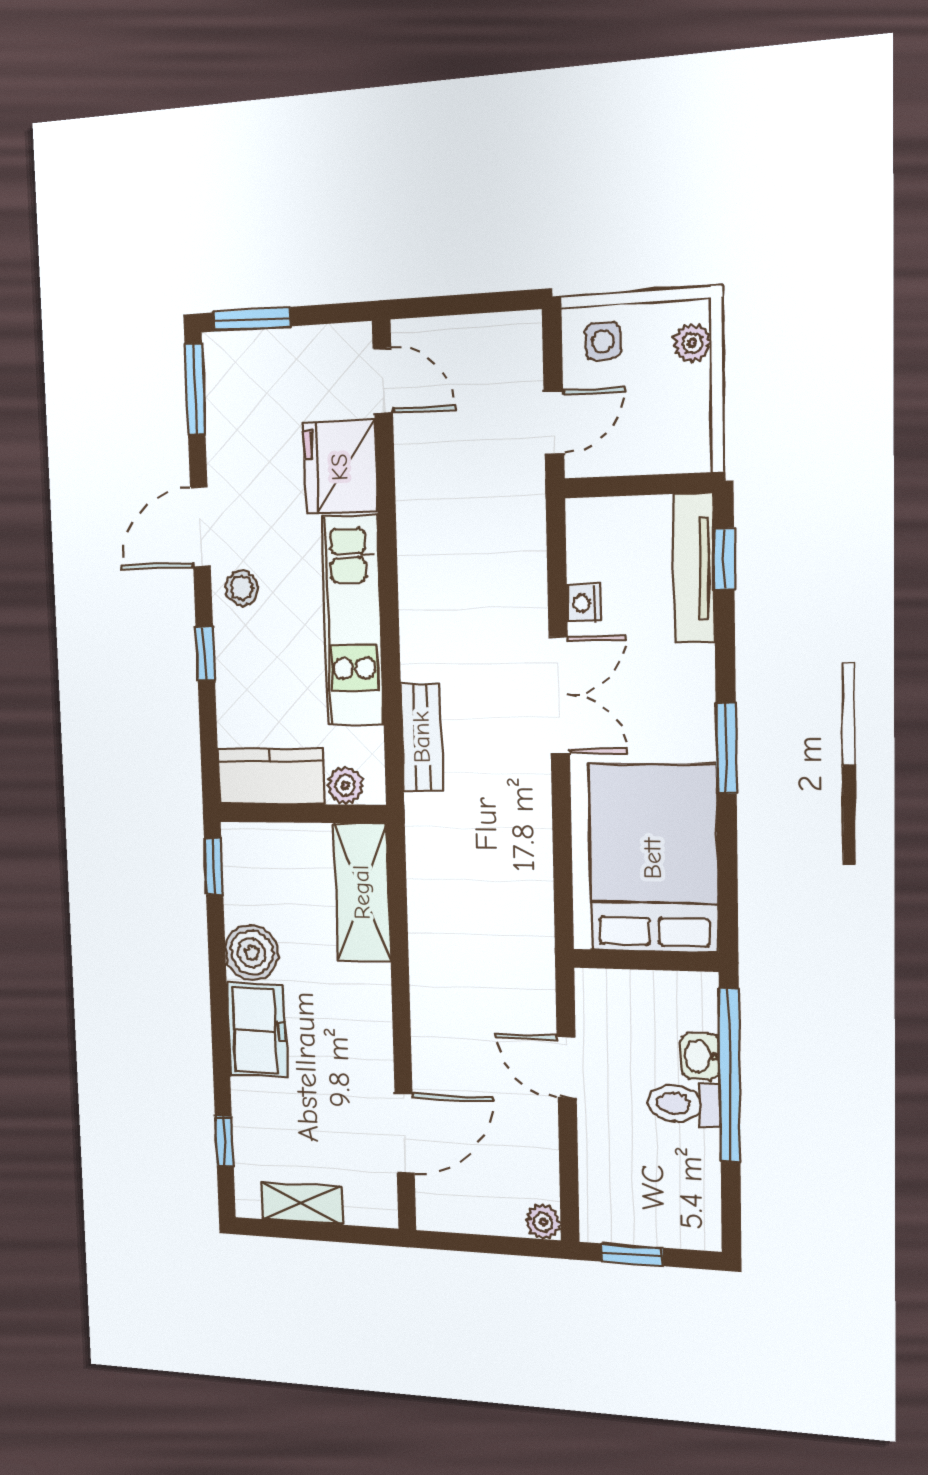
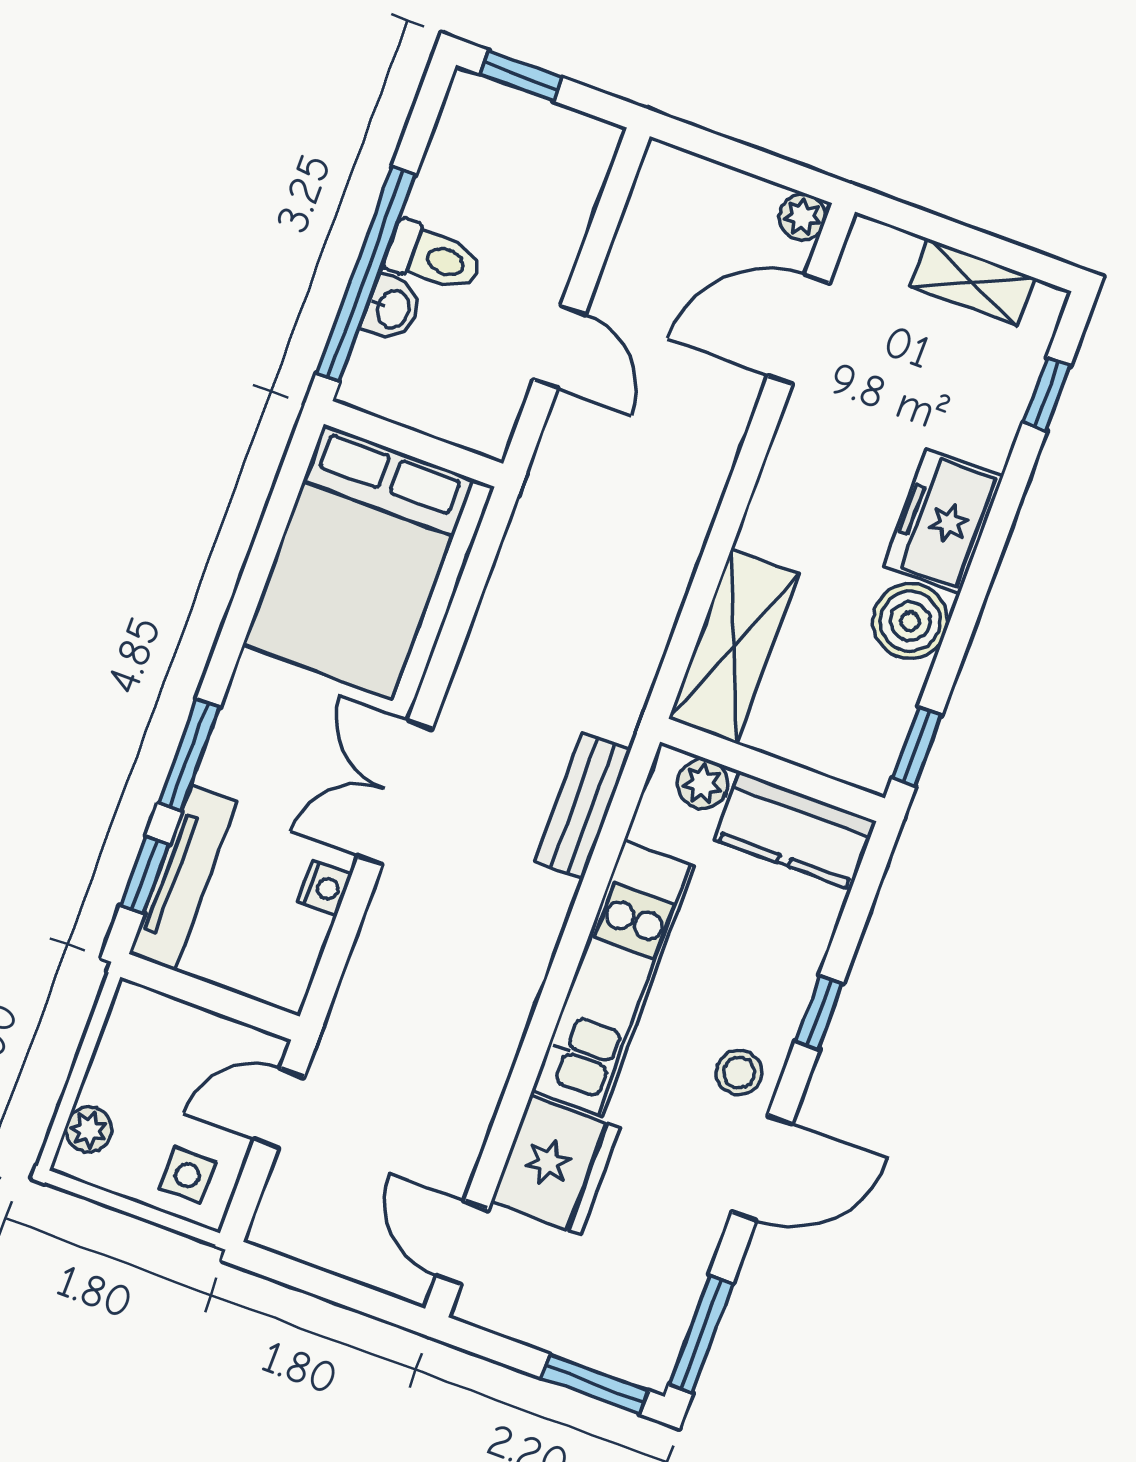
window: (726, 748) -> (189, 755), moved
plant: (543, 1222) -> (803, 217), moved
window: (632, 1255) -> (521, 76), moved

